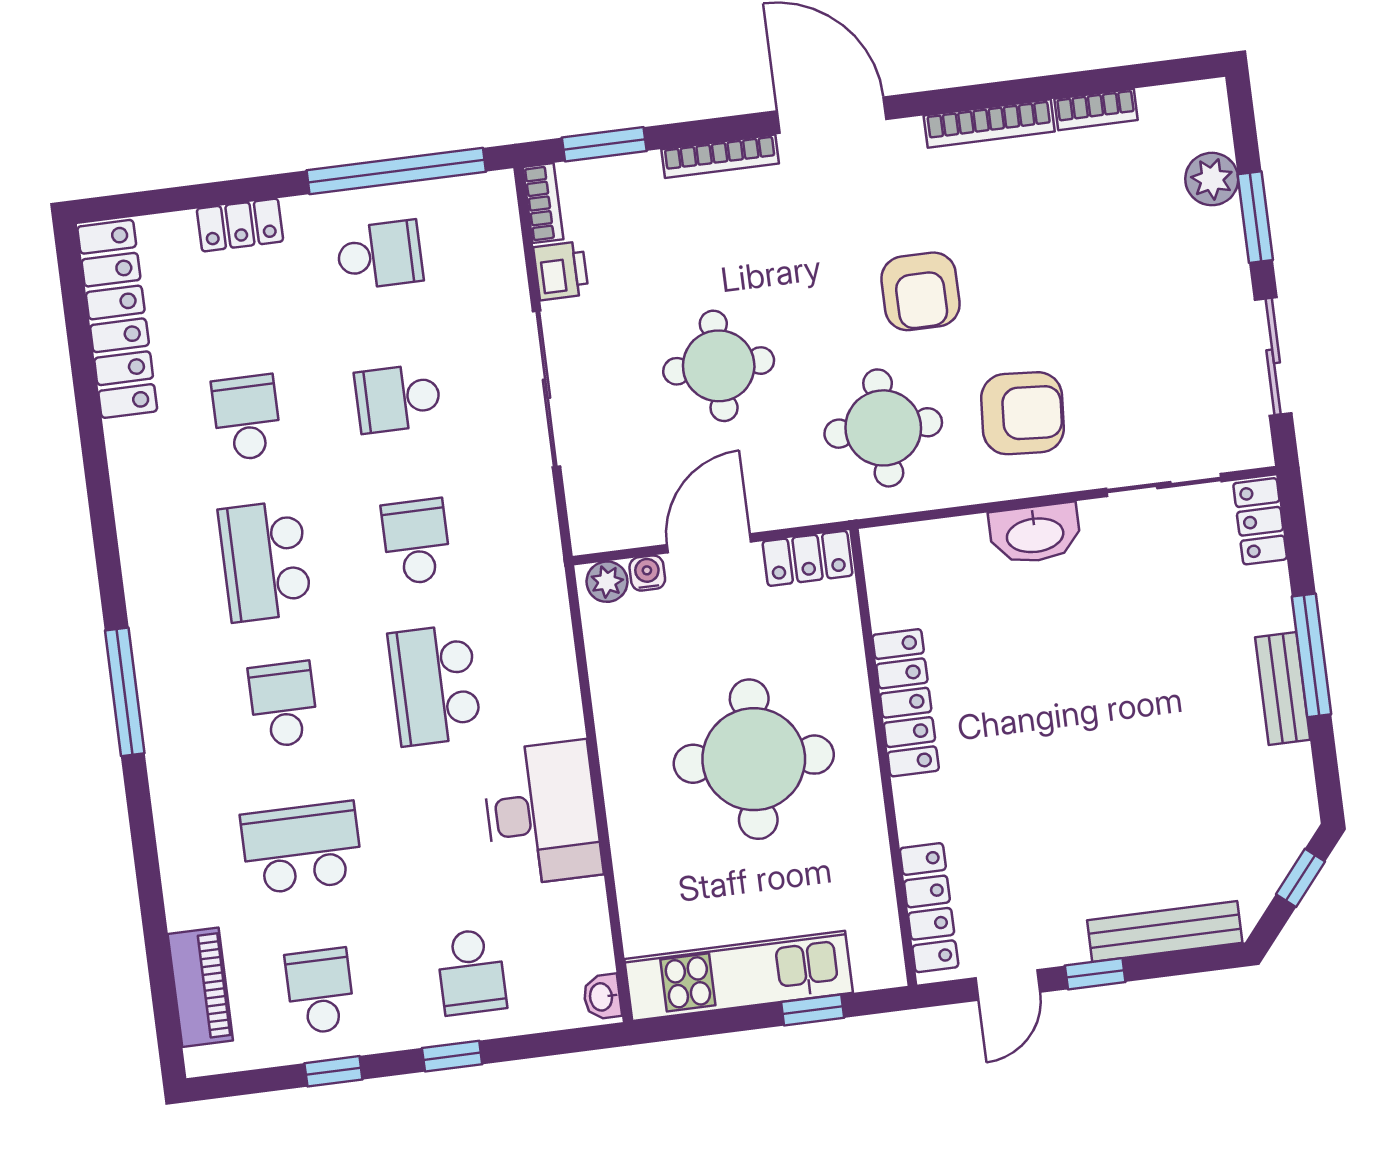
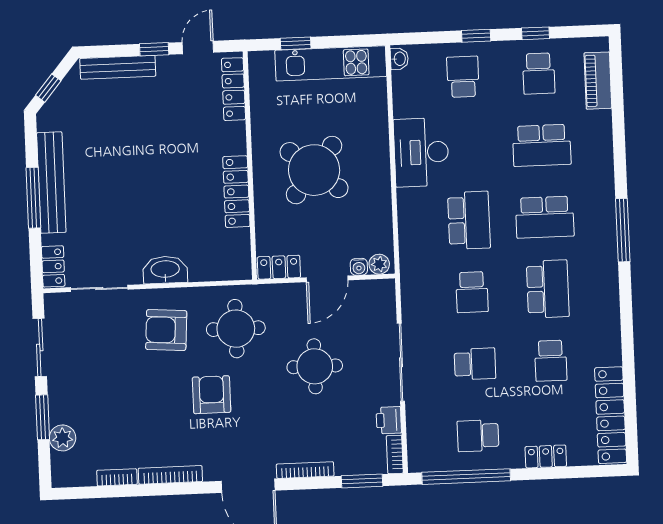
bench: (1283, 688) -> (51, 183), width x1.86, depth x1.21
school desk: (283, 704) -> (545, 217), width x1.85
round table: (754, 759) -> (314, 170), turned 36

